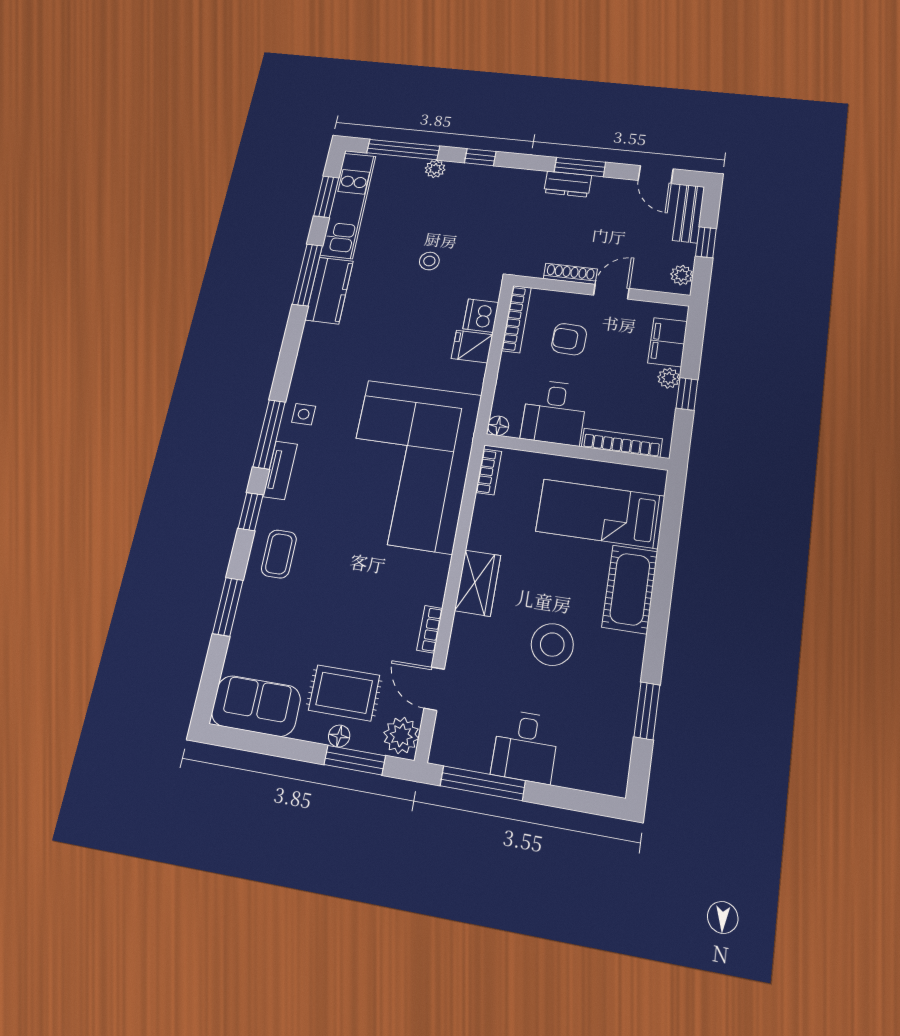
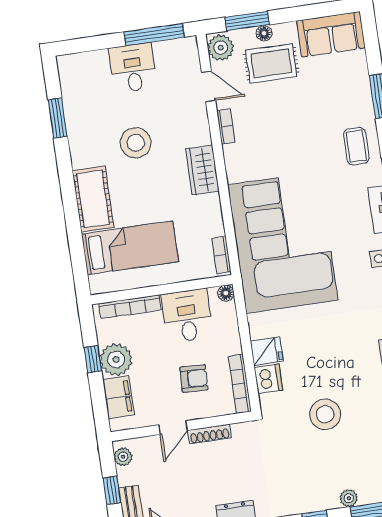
stool: (429, 261) -> (325, 414), width x1.89, depth x1.89
plant: (669, 378) -> (116, 360), width x1.88, depth x1.88

